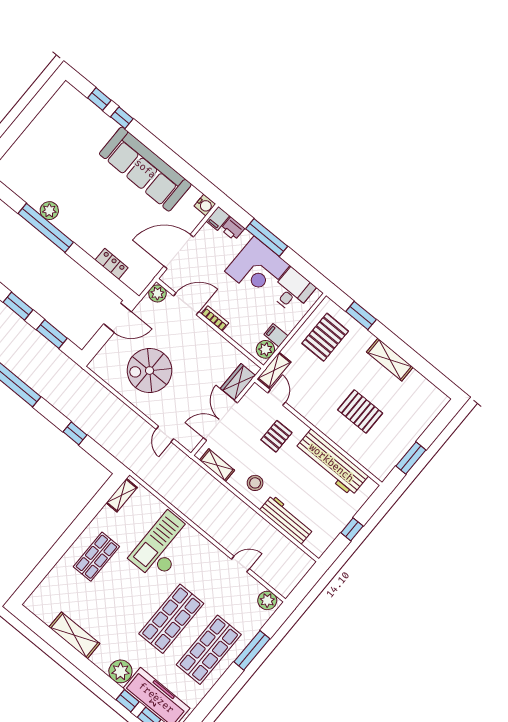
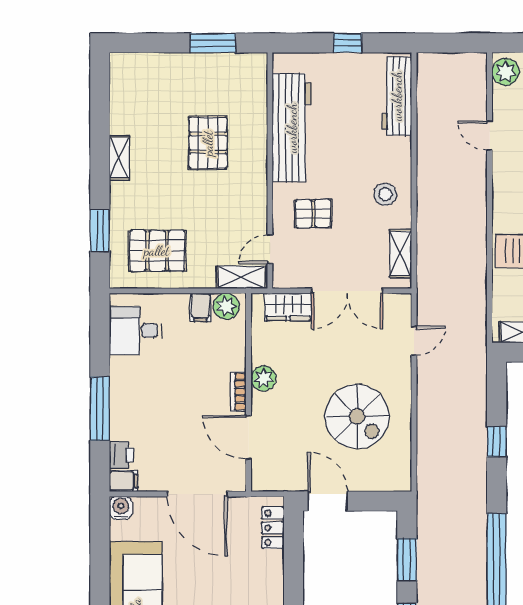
locker: (112, 264) -> (273, 528), moved
corner desk: (257, 268) -> (143, 391), removed
plant: (157, 293) -> (264, 378), moved
shelving: (390, 360) -> (119, 158), width x0.67, depth x0.75
workbench: (287, 519) -> (397, 96), moved

